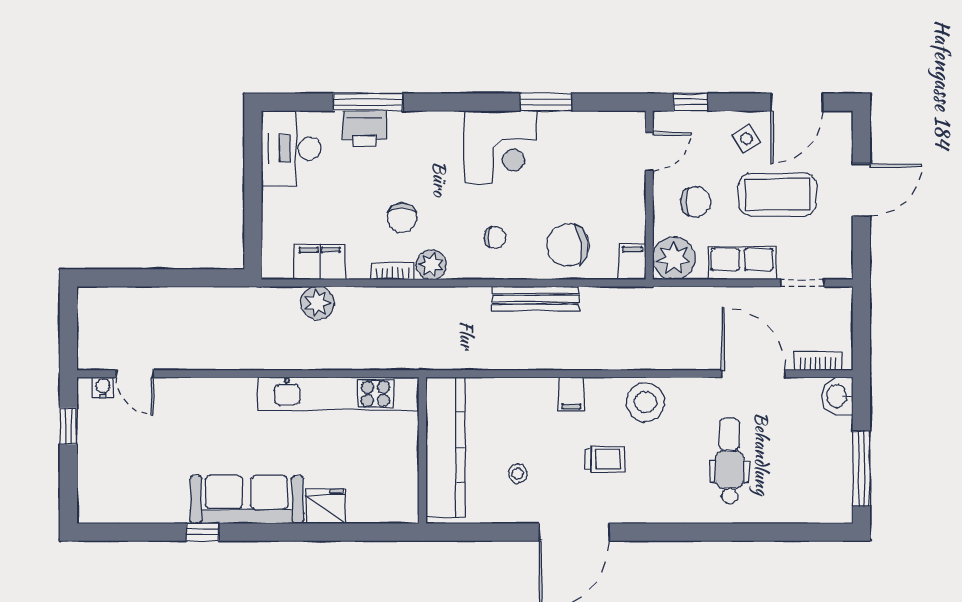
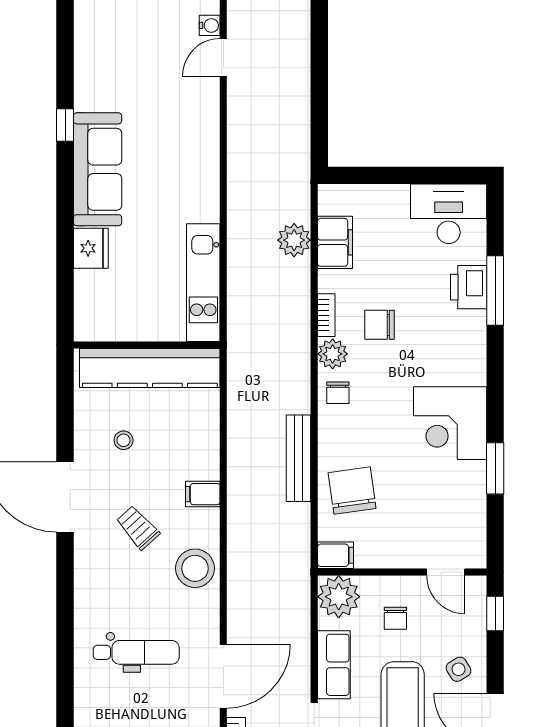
chair: (695, 202) -> (395, 618), width x0.73, depth x0.73
chair: (495, 237) -> (338, 393), moved
kitchen unit: (338, 394) -> (203, 283), width x0.73
trolley: (605, 459) -> (138, 528), turned 138

